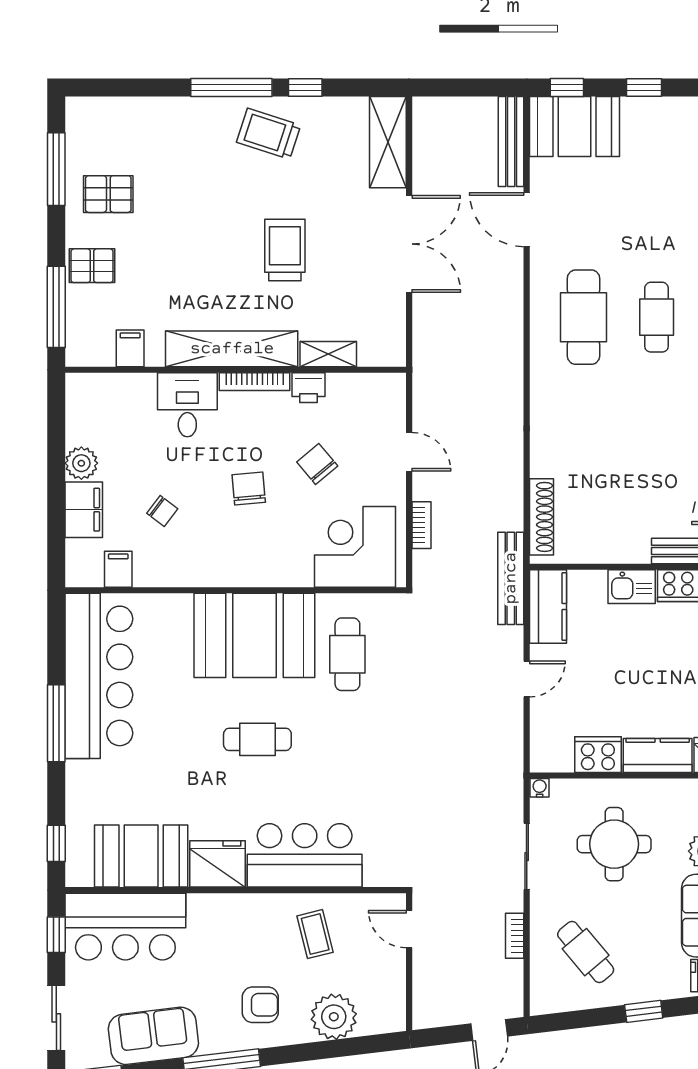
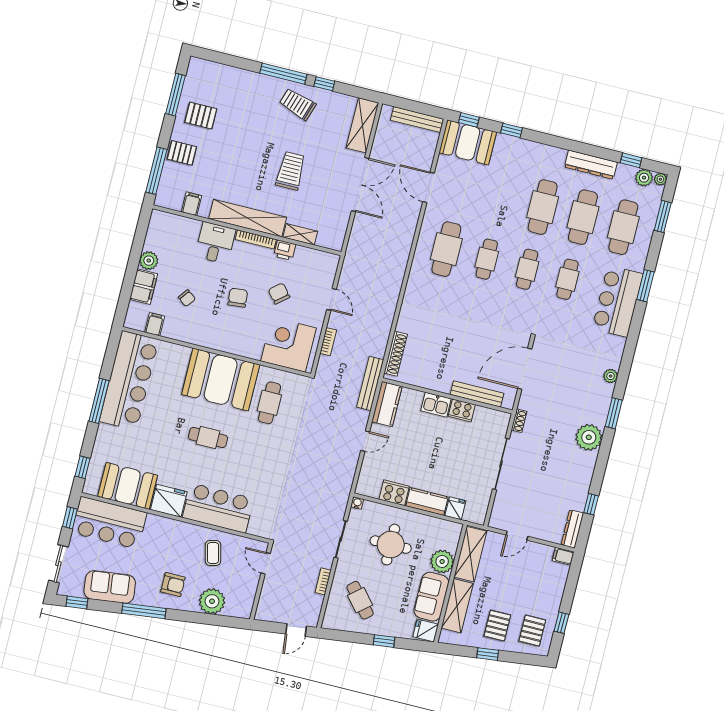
bench: (511, 141) -> (417, 120), moved, turned 90

